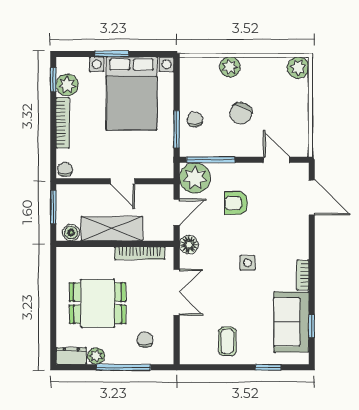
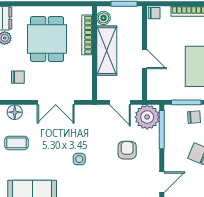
door: (122, 181) -> (145, 59), swing flipped
floor lamp: (189, 245) -> (15, 112), moved
bookcase: (140, 253) -> (87, 35), moved

